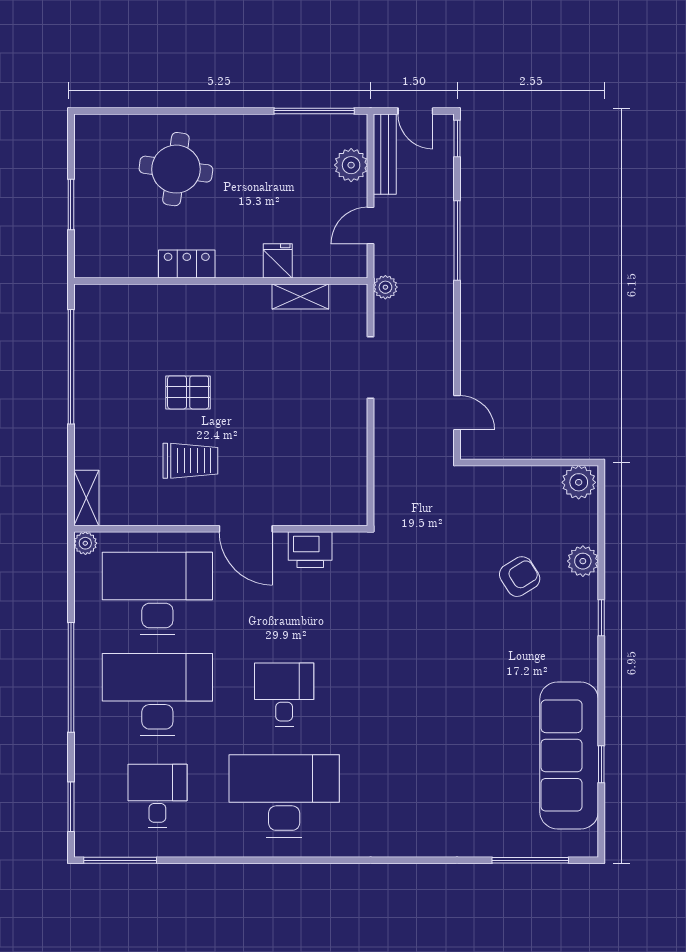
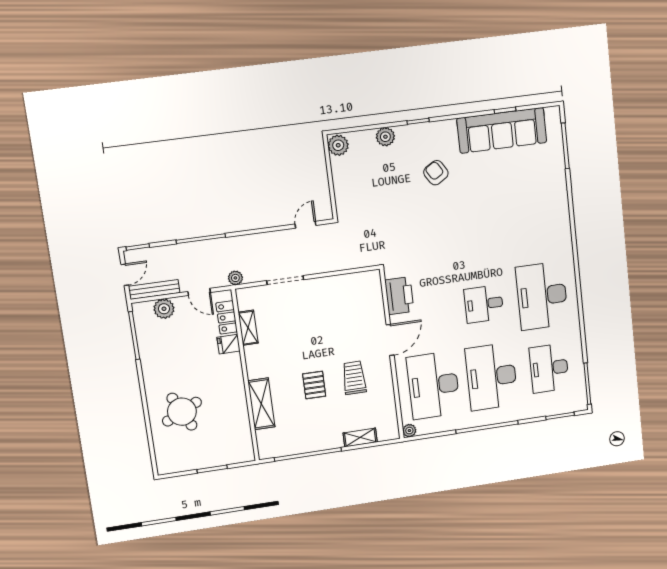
round table: (176, 169) -> (182, 412), turned -34
locker: (187, 264) -> (227, 317), moved
shelving: (169, 301) -> (261, 404), added
shelving: (86, 498) -> (360, 437), moved
printer: (310, 550) -> (399, 296), width x1.37, depth x1.19
armchair: (520, 577) -> (436, 173), moved
desk: (157, 796) -> (549, 368), width x1.37

